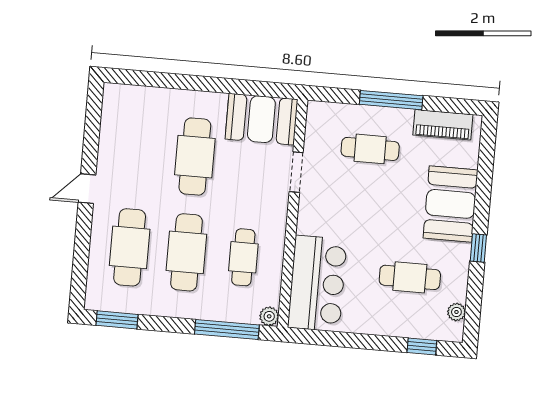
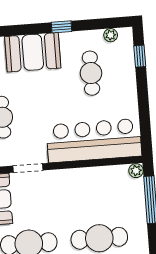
cafe table: (243, 257) -> (96, 196), removed
bar counter: (317, 283) -> (94, 141), width x1.36

